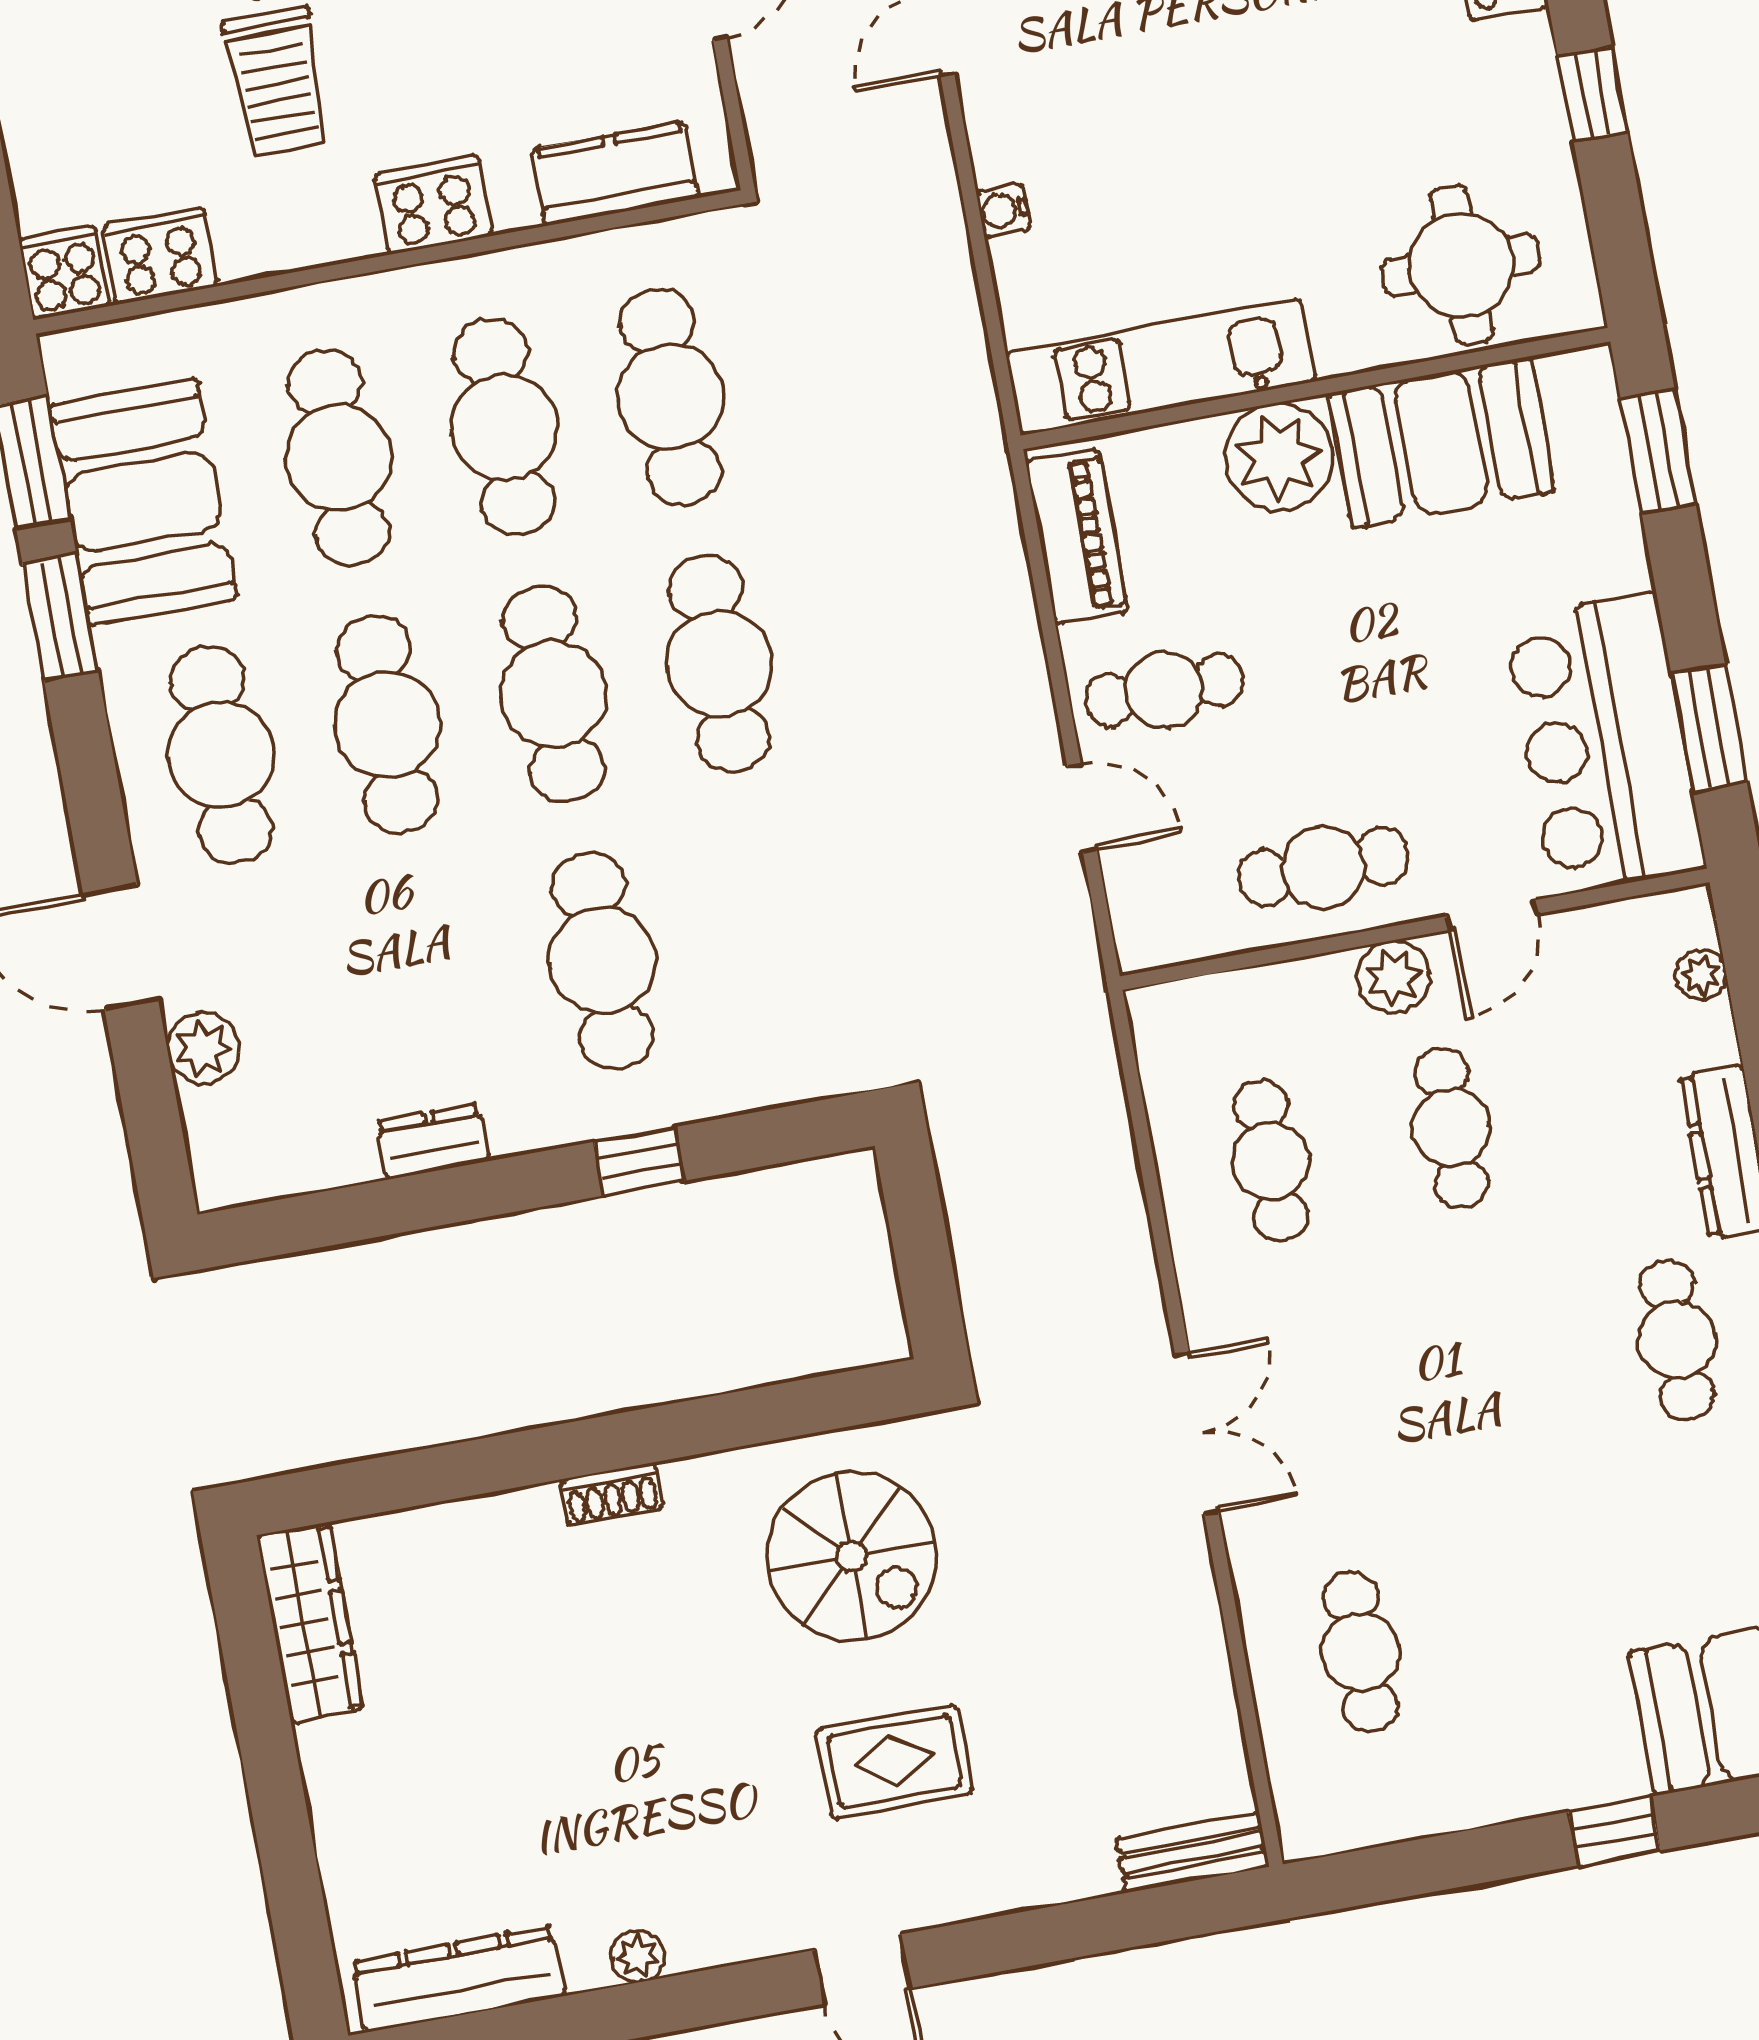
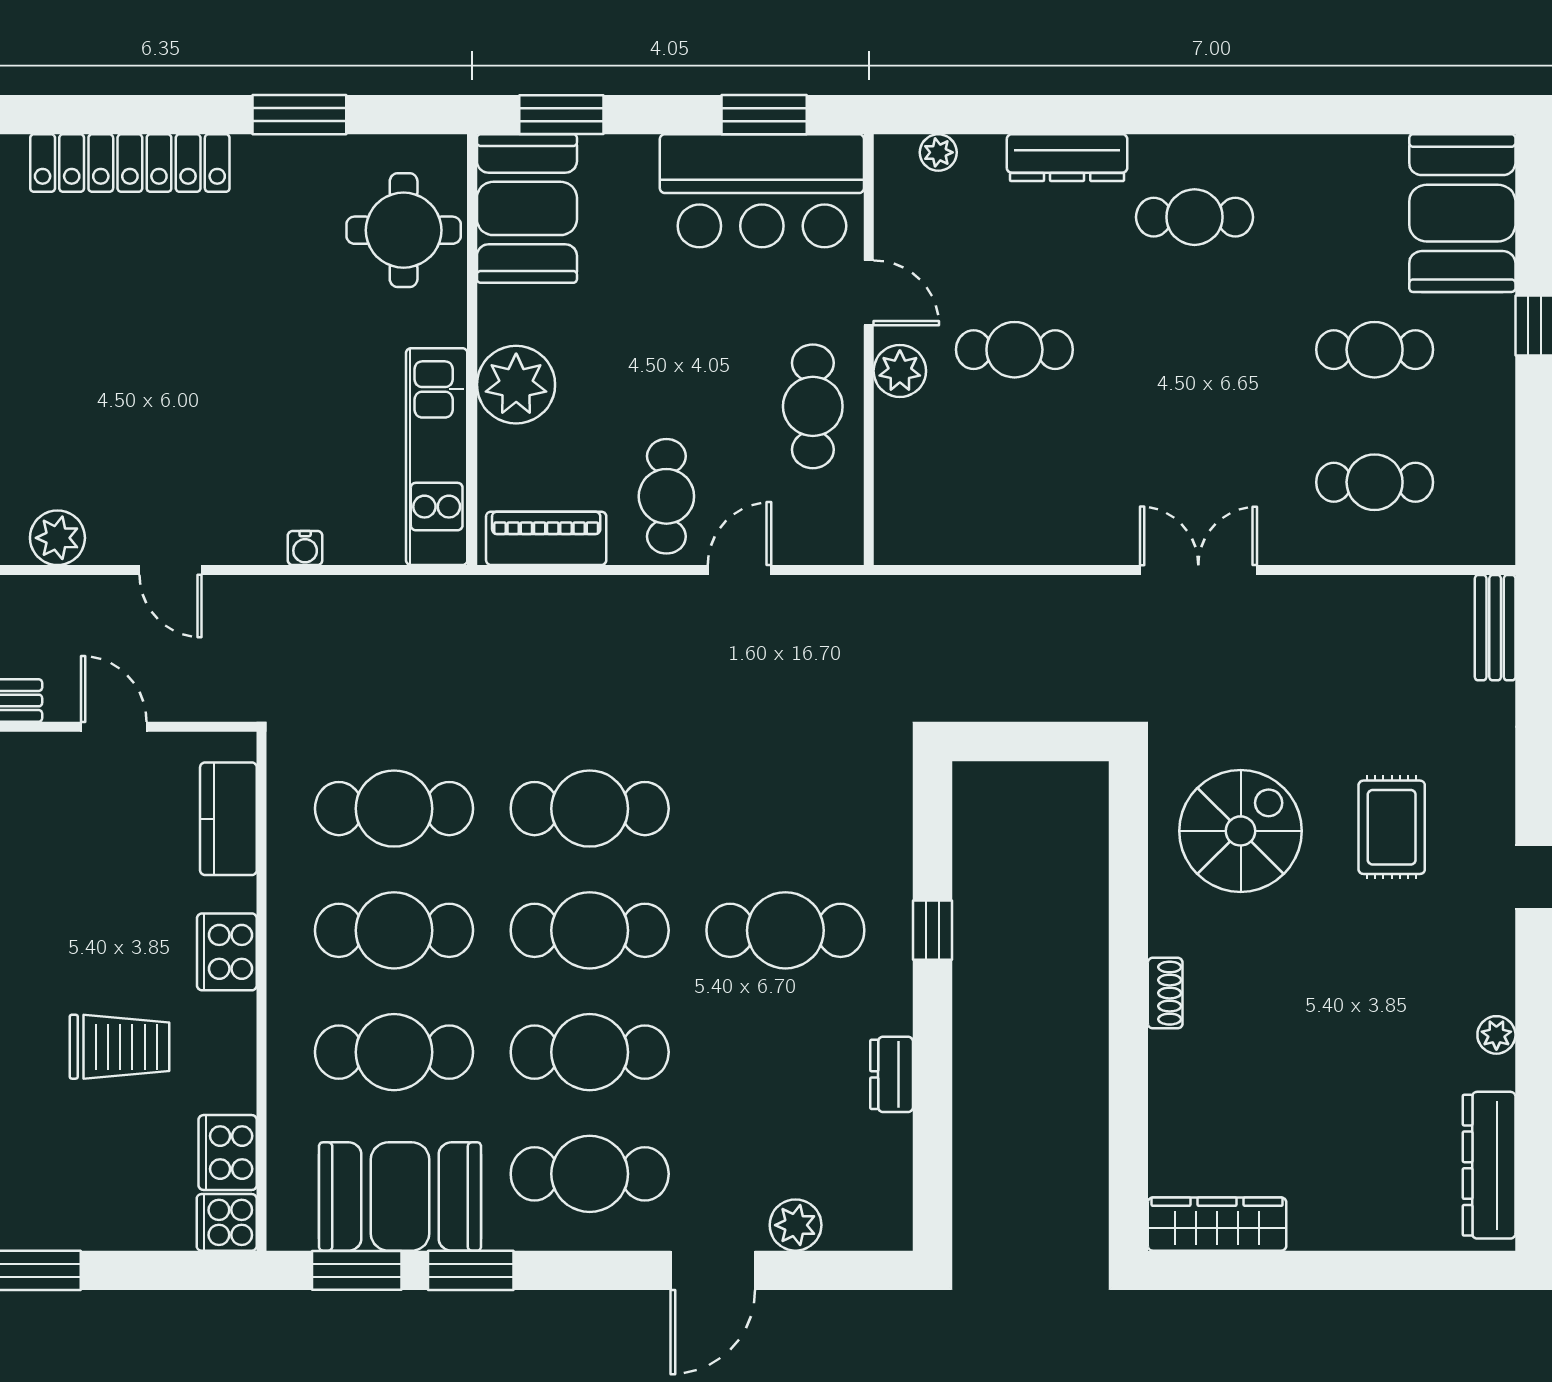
window: (1593, 94) -> (299, 115), width x1.50
booth: (1441, 443) -> (527, 208), moved
cafe table: (1270, 1161) -> (1375, 350), moved

